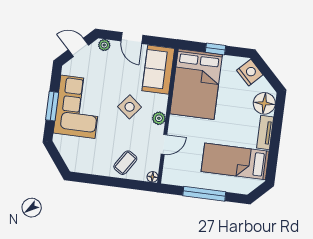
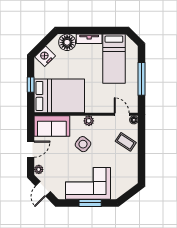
door: (164, 144) -> (122, 114), moved

